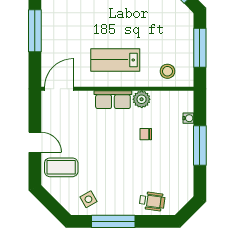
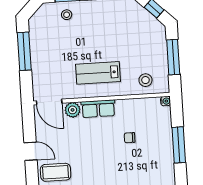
door: (59, 89) -> (49, 102), swing flipped
plant: (142, 99) -> (73, 110), moved
water cooler: (188, 118) -> (166, 101), moved

